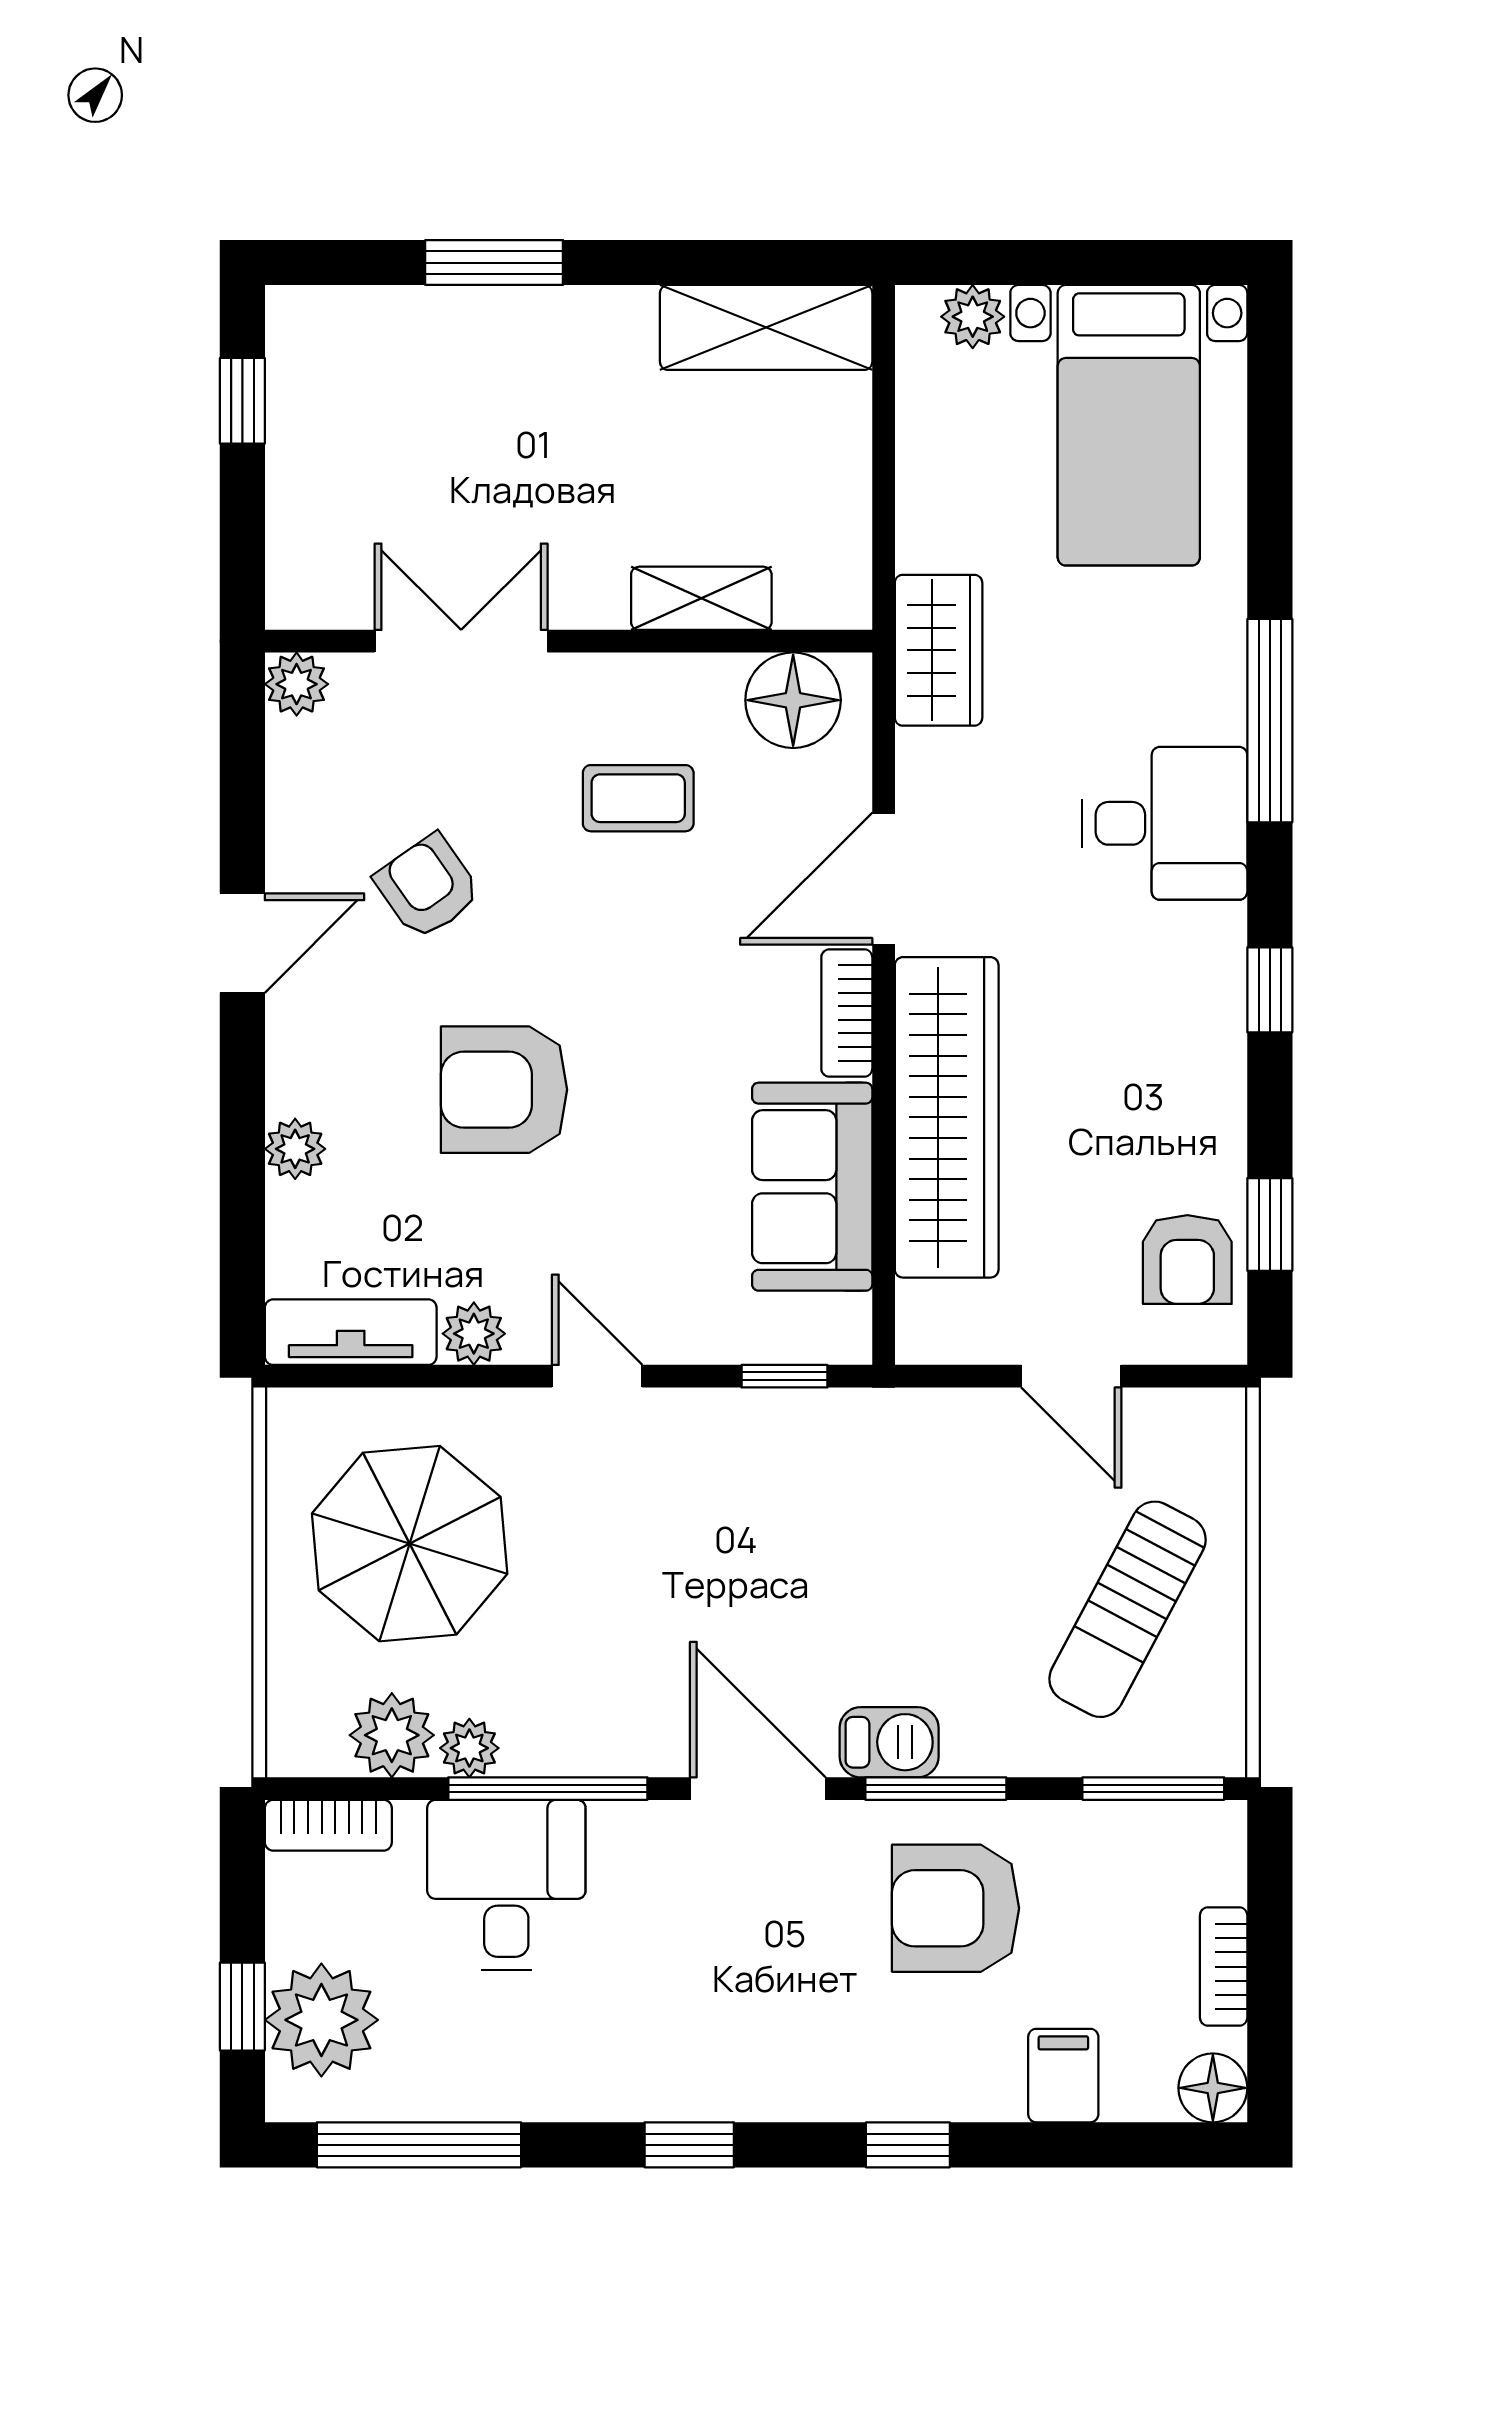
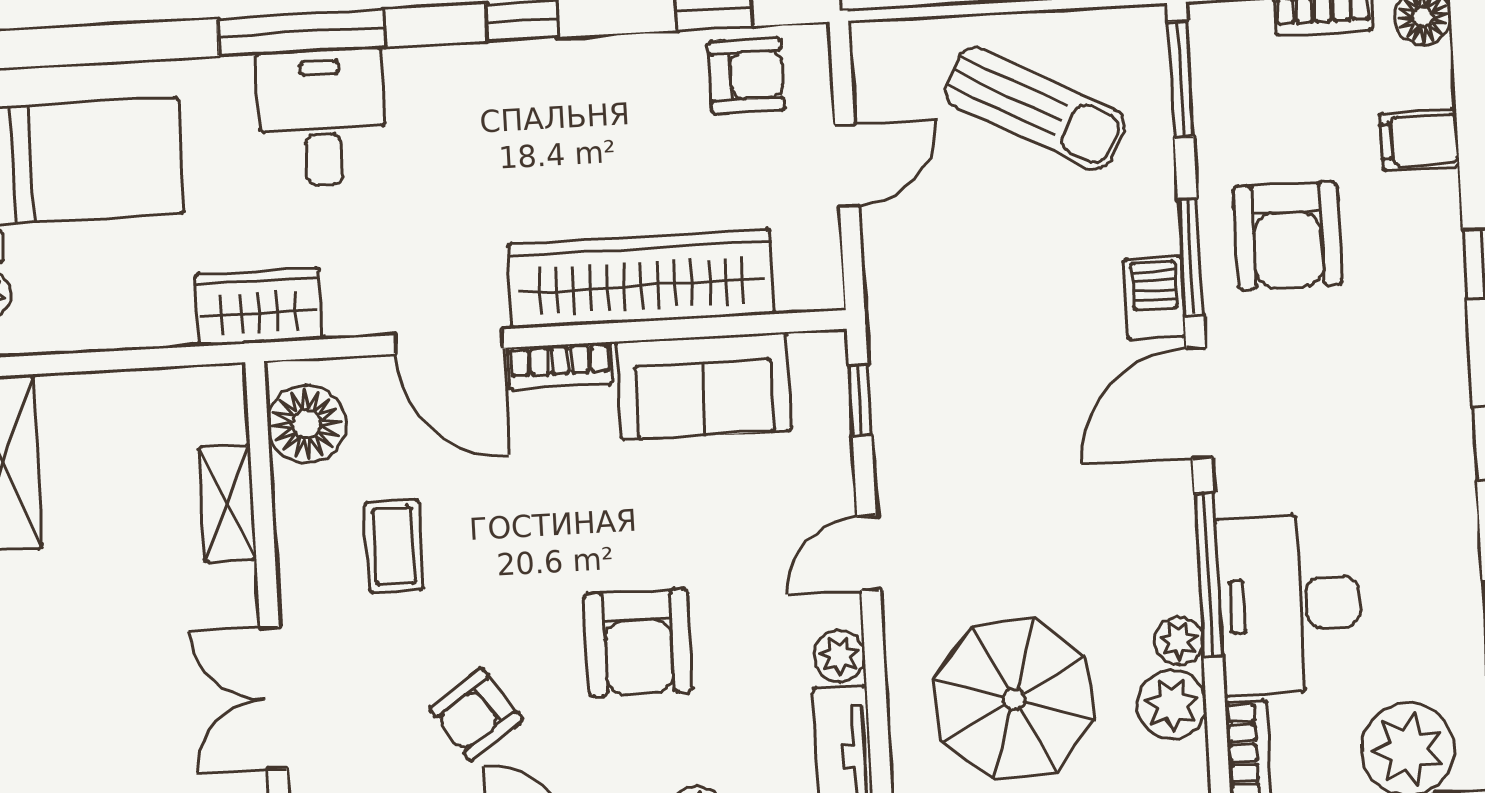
desk: (1165, 823) -> (322, 118), moved
desk: (506, 1885) -> (1289, 604), width x1.37

